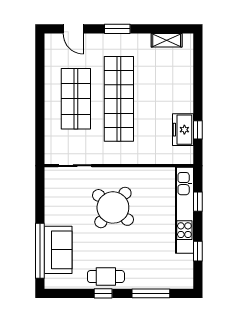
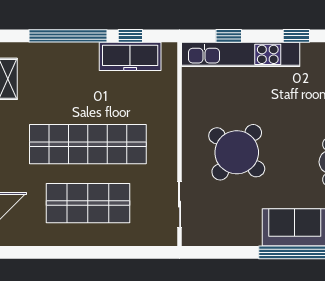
window: (198, 84) -> (68, 36), added
freezer: (183, 130) -> (130, 56), width x1.40

